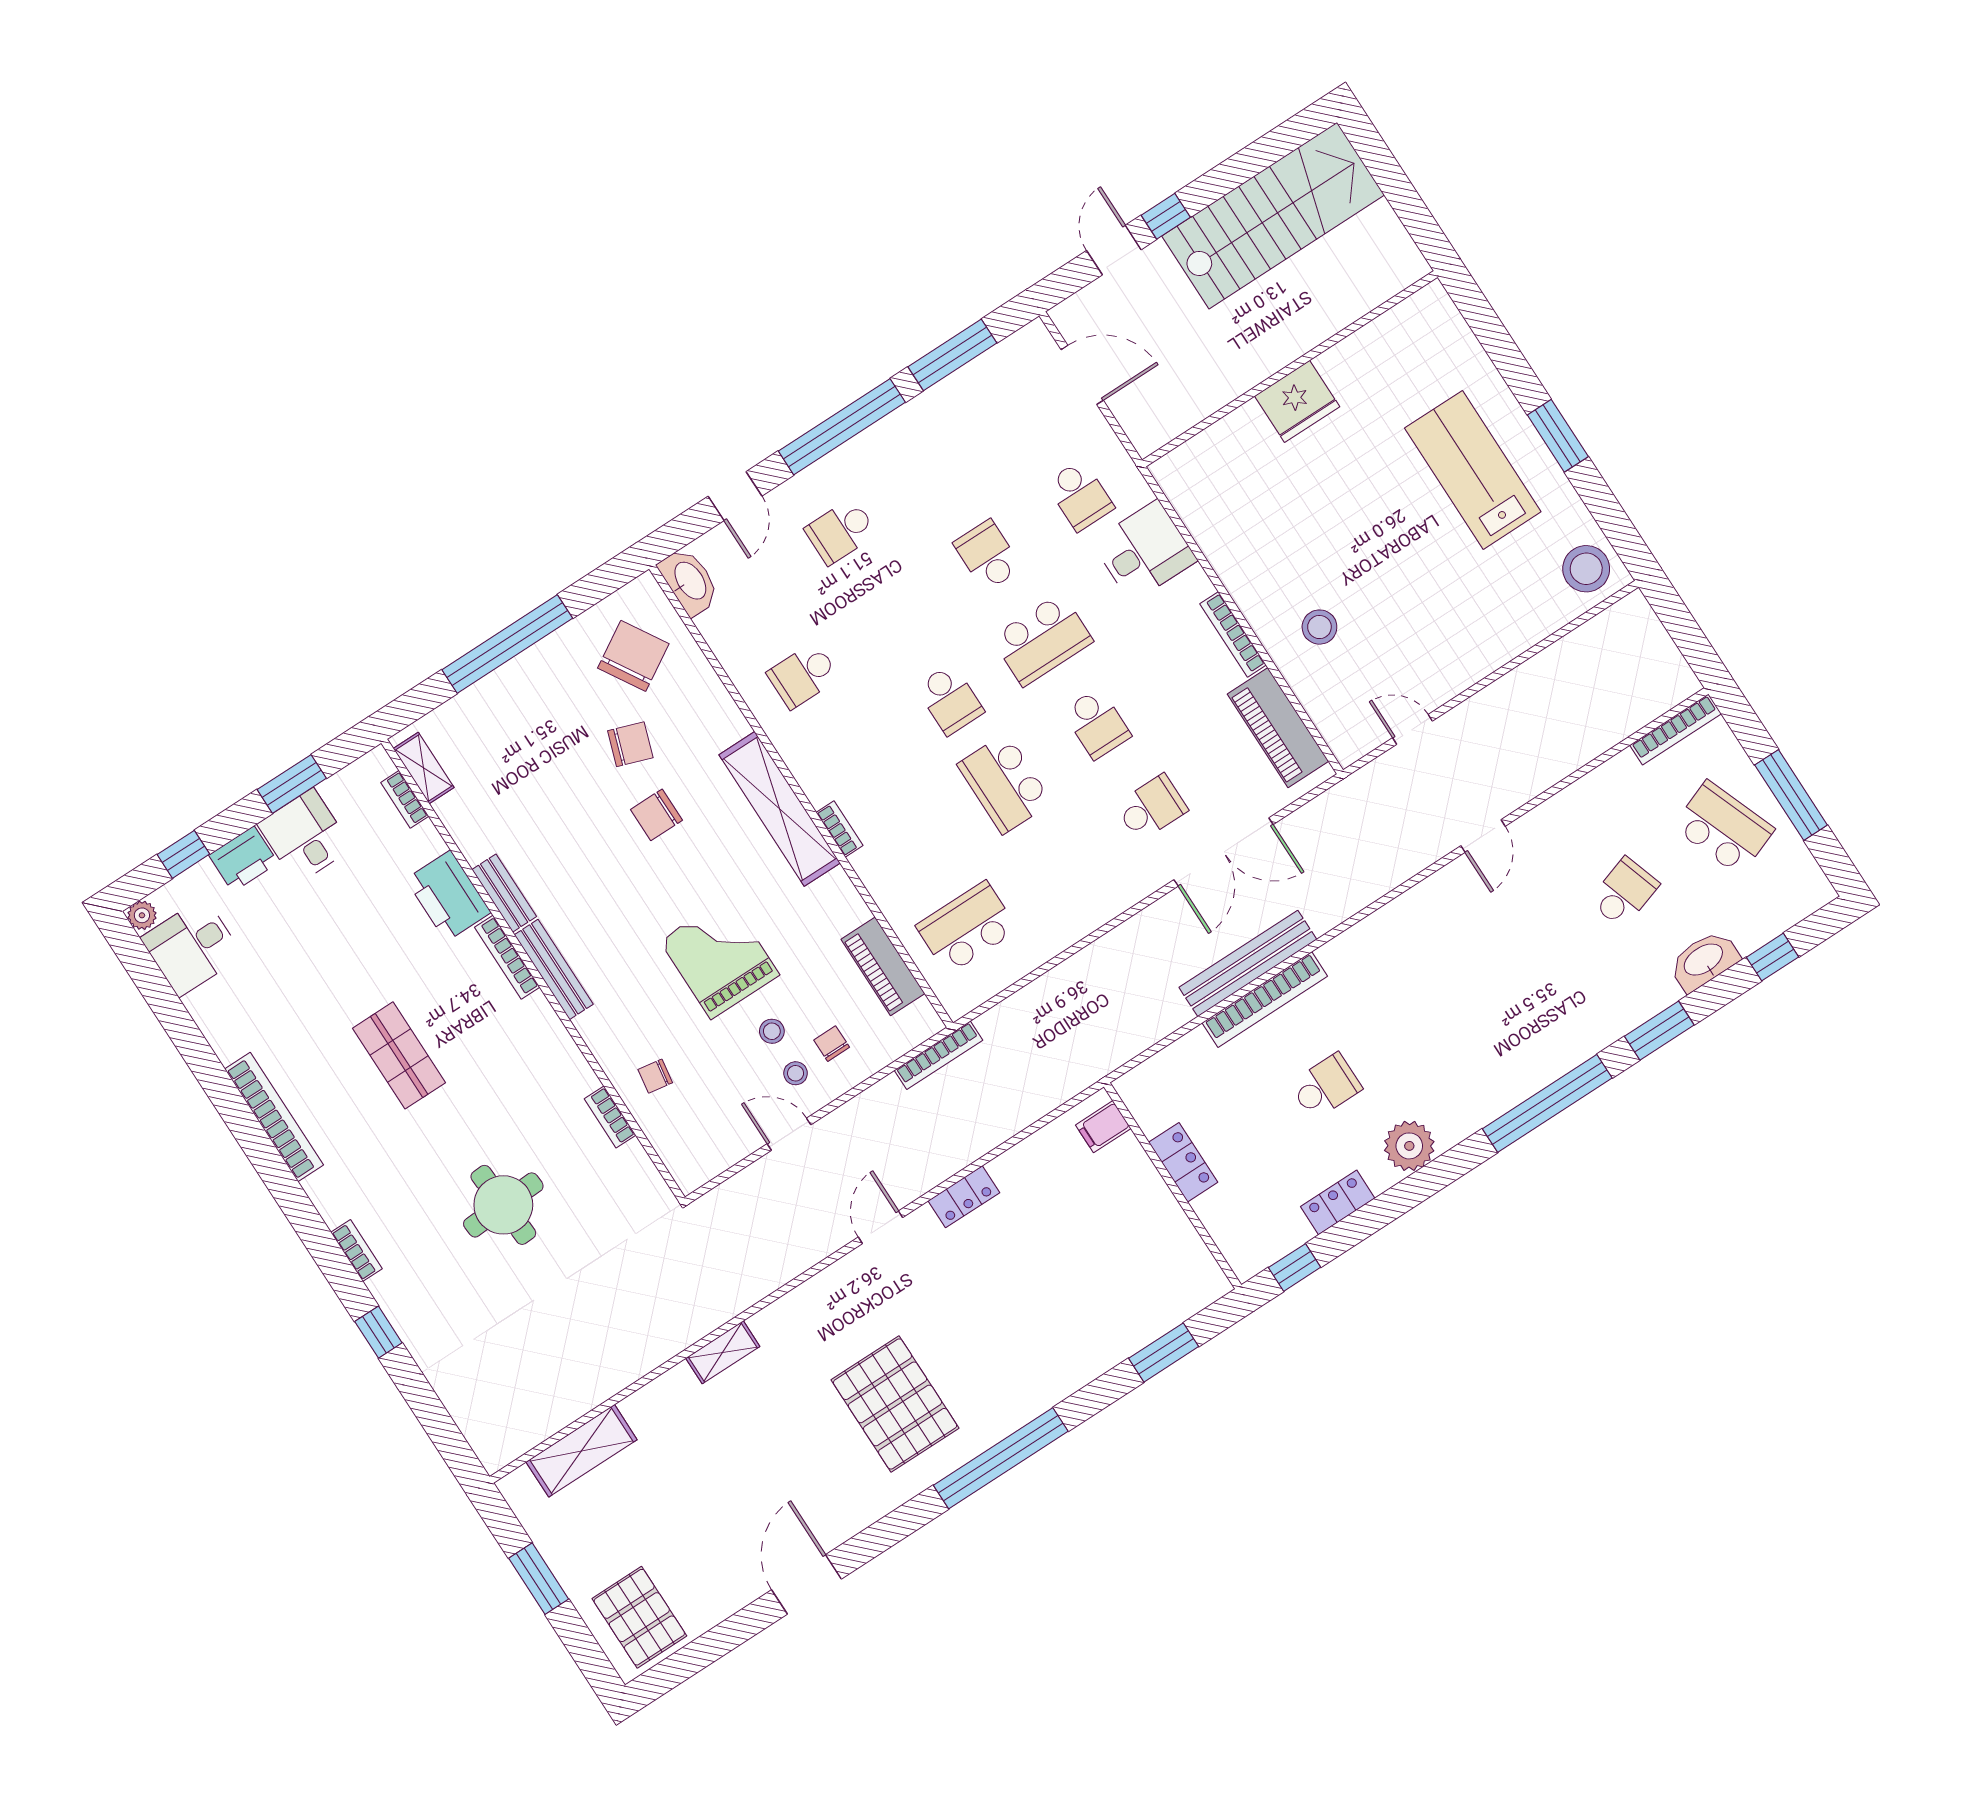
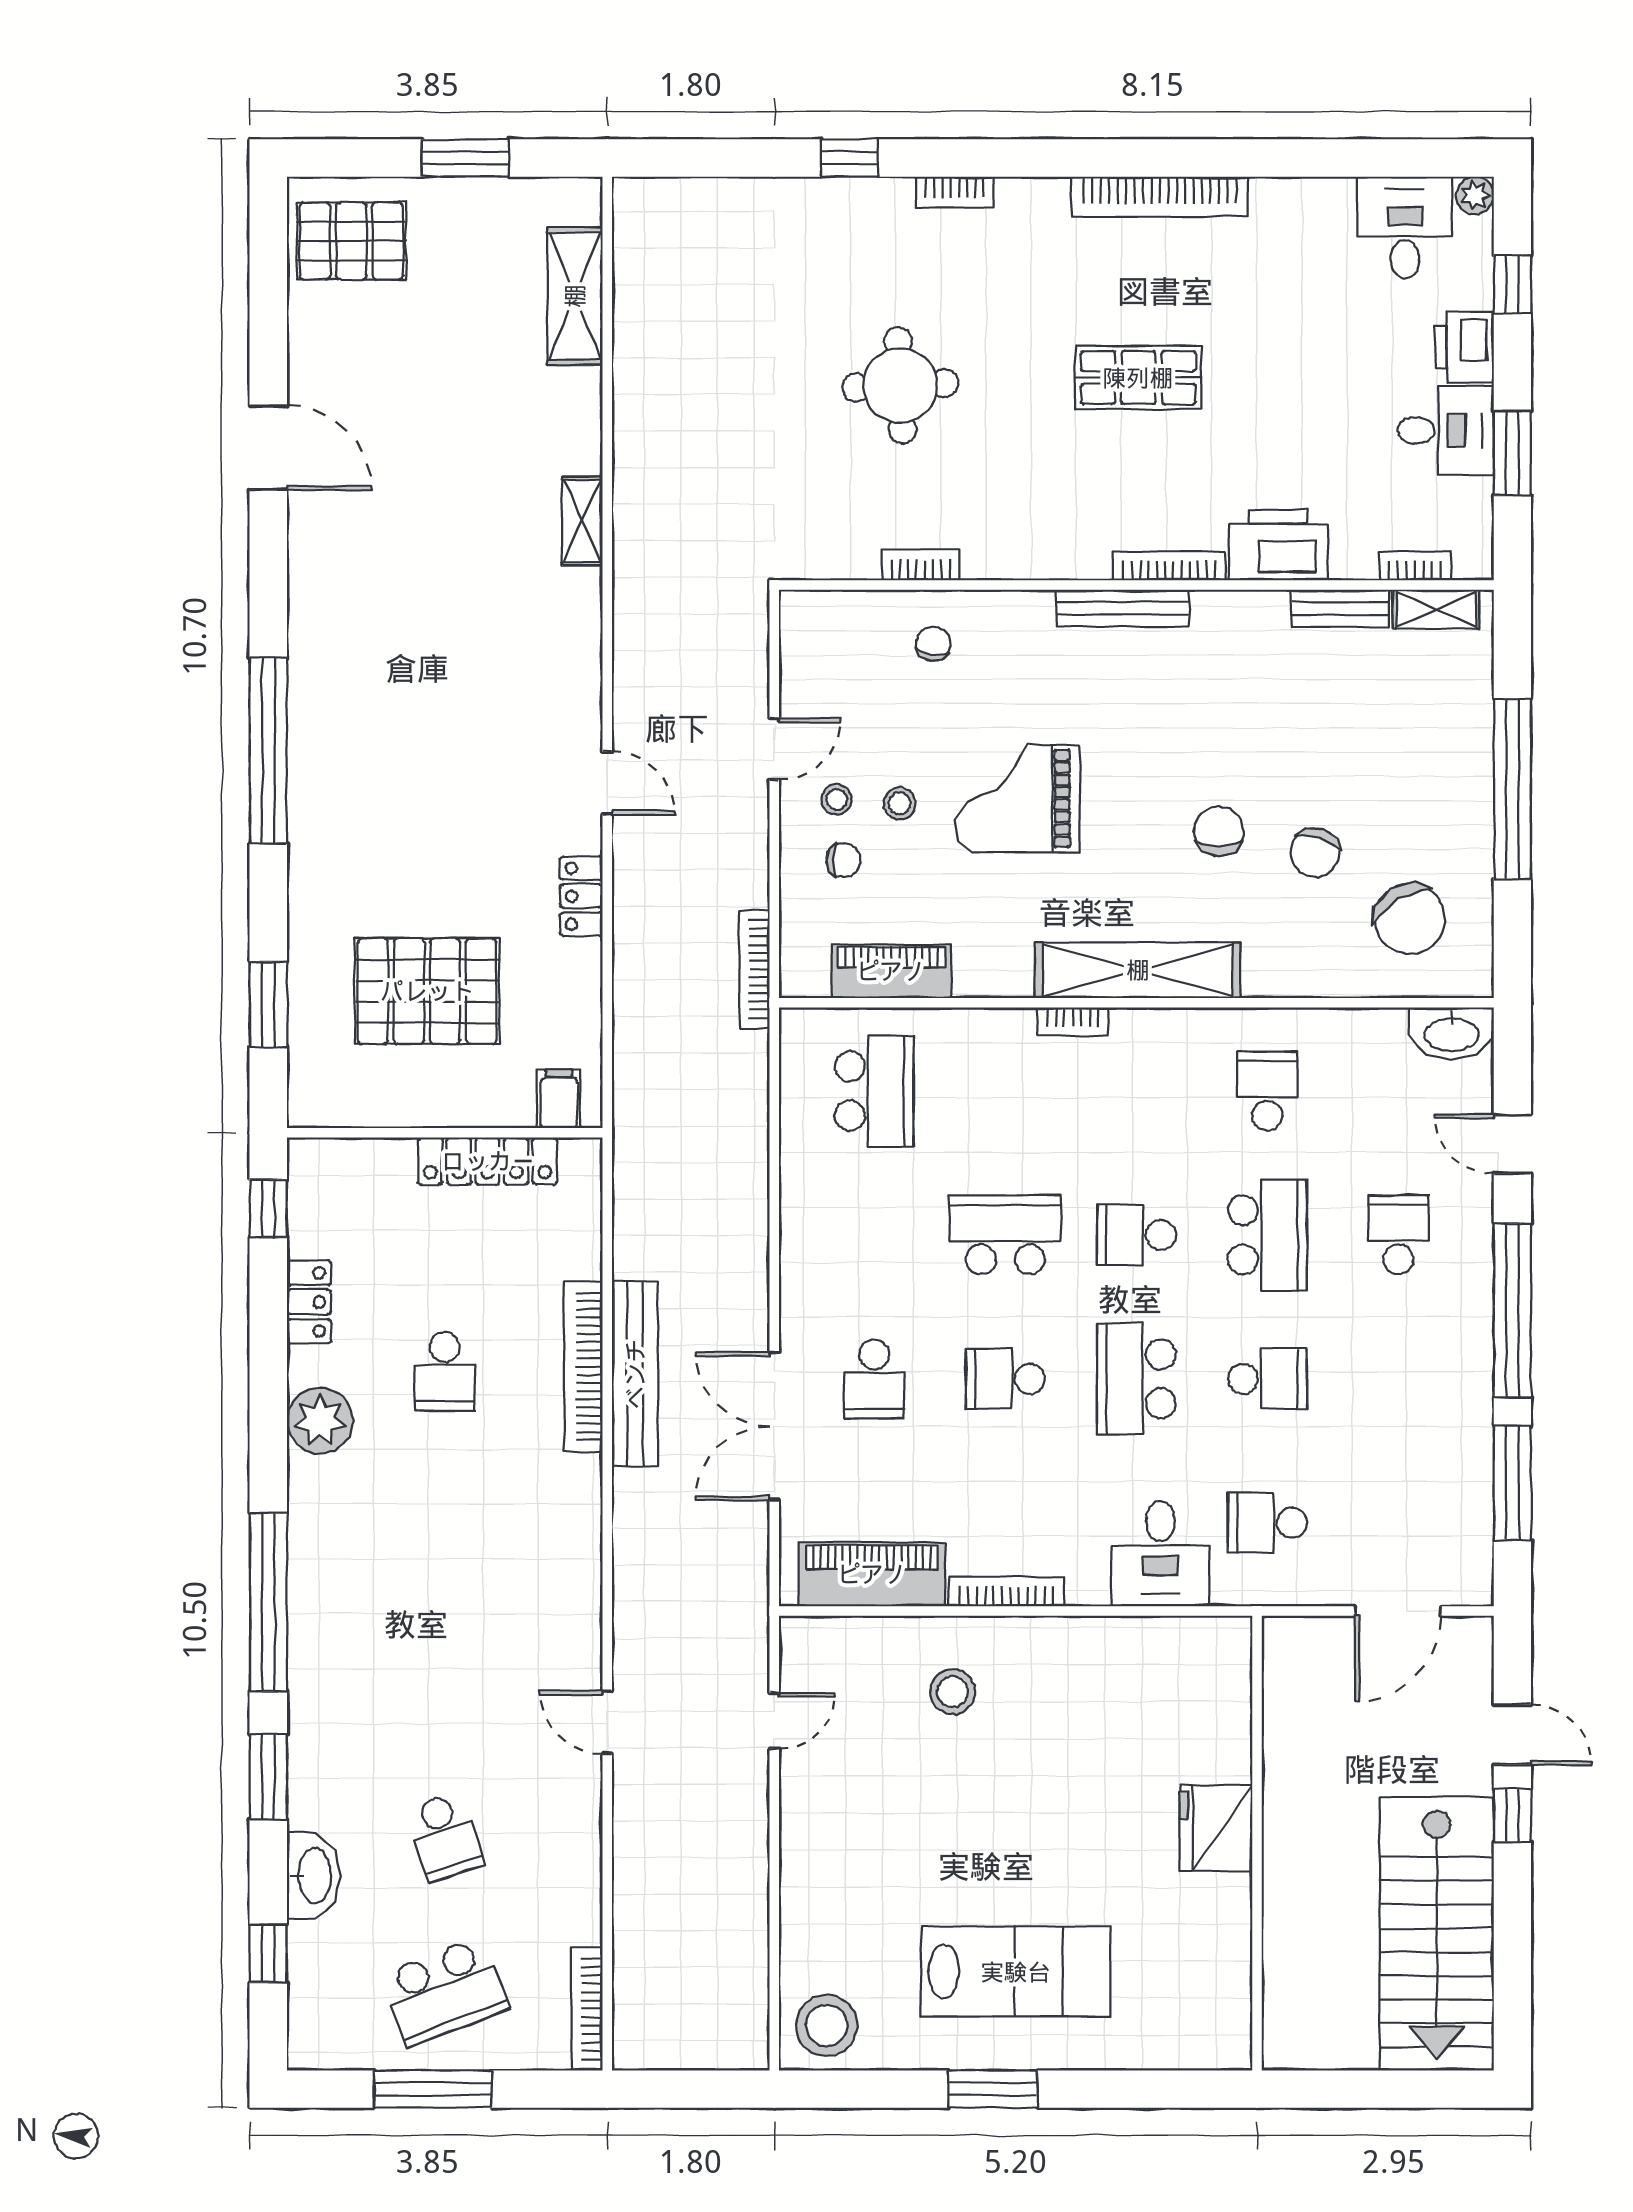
school desk: (895, 615) -> (1267, 1235), added
bench: (504, 893) -> (1340, 608), moved
grand piano: (720, 958) -> (1017, 798), turned 180
locker: (1183, 1162) -> (488, 1161), width x1.53
pallet: (895, 1404) -> (427, 991), moved

